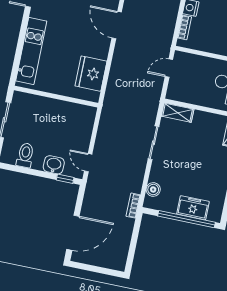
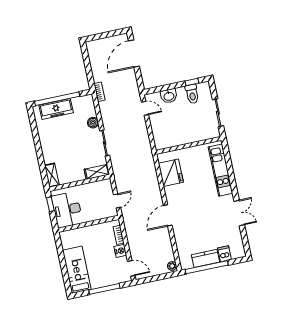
door: (117, 25) -> (168, 215), swing flipped
window: (65, 179) -> (192, 82), moved
boiler: (153, 189) -> (93, 123), moved
freezer: (193, 208) -> (56, 109), width x1.40

